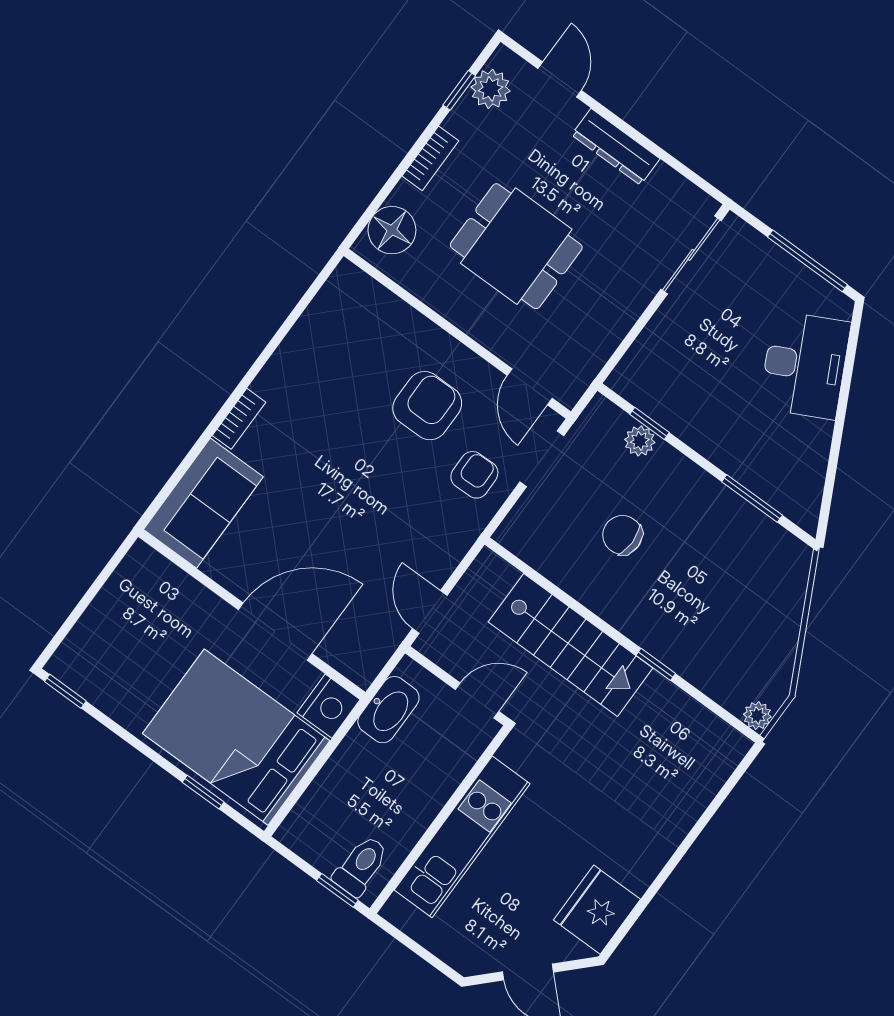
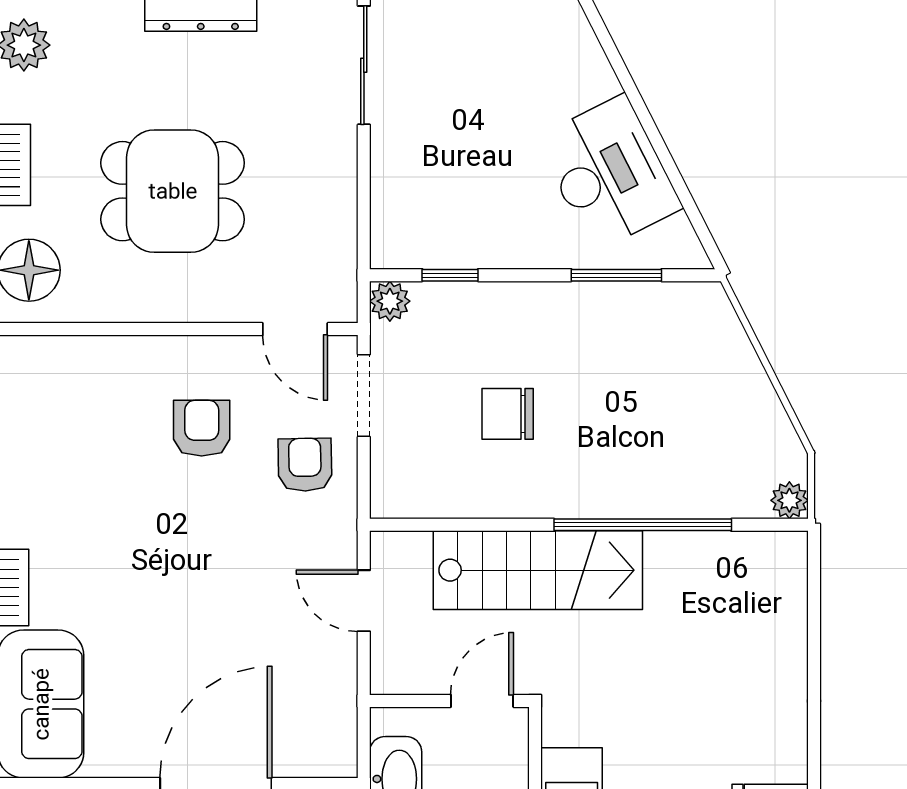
desk: (805, 365) -> (609, 173), moved
armchair: (427, 406) -> (202, 428), width x0.72, depth x0.72
plant: (640, 441) -> (390, 301), moved
door: (430, 612) -> (364, 601), moved
window: (656, 664) -> (643, 525), width x3.17

